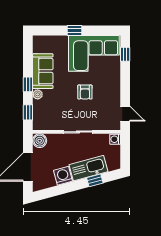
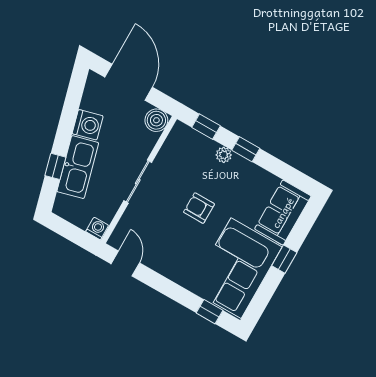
sofa: (43, 71) -> (283, 213), moved, turned 90
armchair: (85, 92) -> (199, 208), moved
door: (125, 114) -> (125, 263), swing flipped

